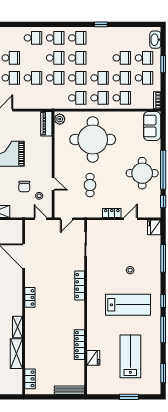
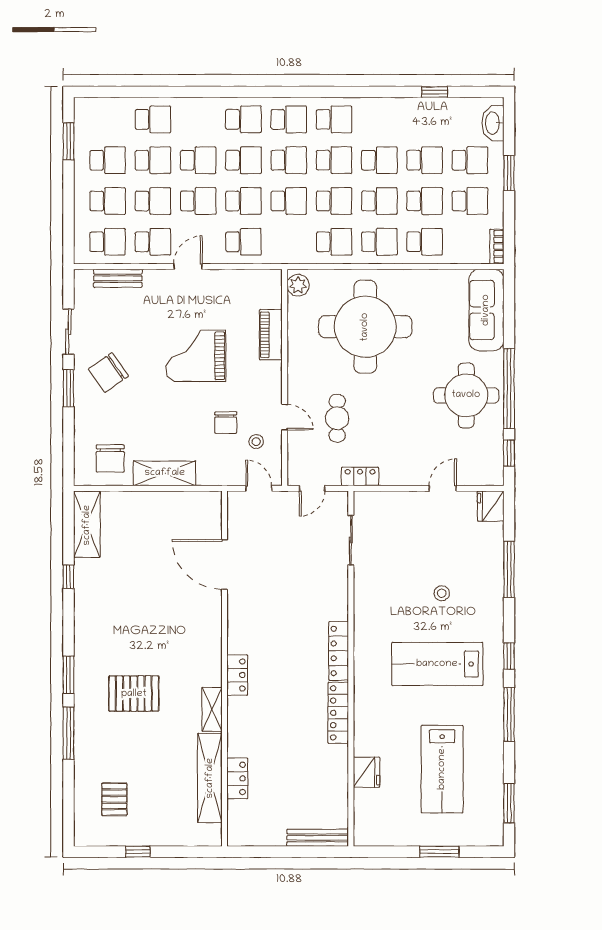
window: (101, 24) -> (435, 92), moved
school desk: (33, 58) -> (243, 160), added
school desk: (100, 58) -> (379, 160), added
school desk: (33, 98) -> (243, 242), added
piano: (46, 124) -> (271, 335), moved
sofa: (152, 126) -> (486, 310), width x1.36
cafe table: (90, 185) -> (337, 418), moved
locker: (112, 213) -> (360, 476), moved
locker: (80, 286) -> (339, 651), moved
locker: (30, 297) -> (237, 675), moved
lab bench: (128, 305) -> (437, 664), turned 180
locker: (79, 345) -> (338, 713), moved
shelving: (16, 354) -> (210, 778), width x1.47
lab bench: (130, 356) -> (442, 769), turned 180
locker: (30, 379) -> (237, 778), moved

